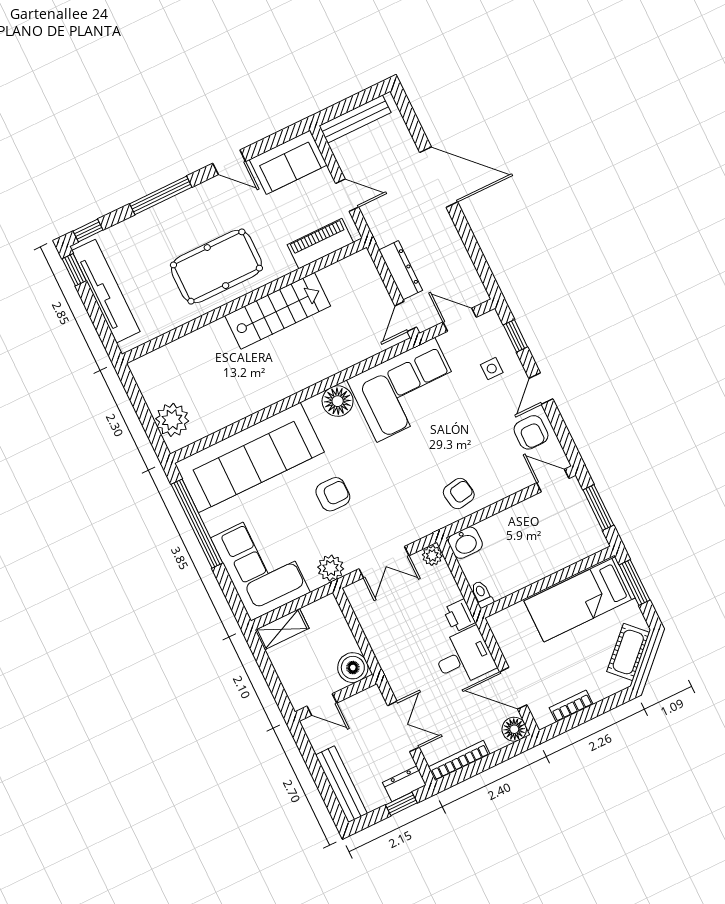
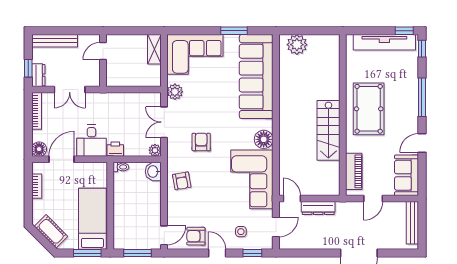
armchair: (333, 494) -> (201, 142), moved, turned 180
window: (197, 524) -> (234, 31), width x0.47
boiler: (353, 668) -> (115, 78), removed

